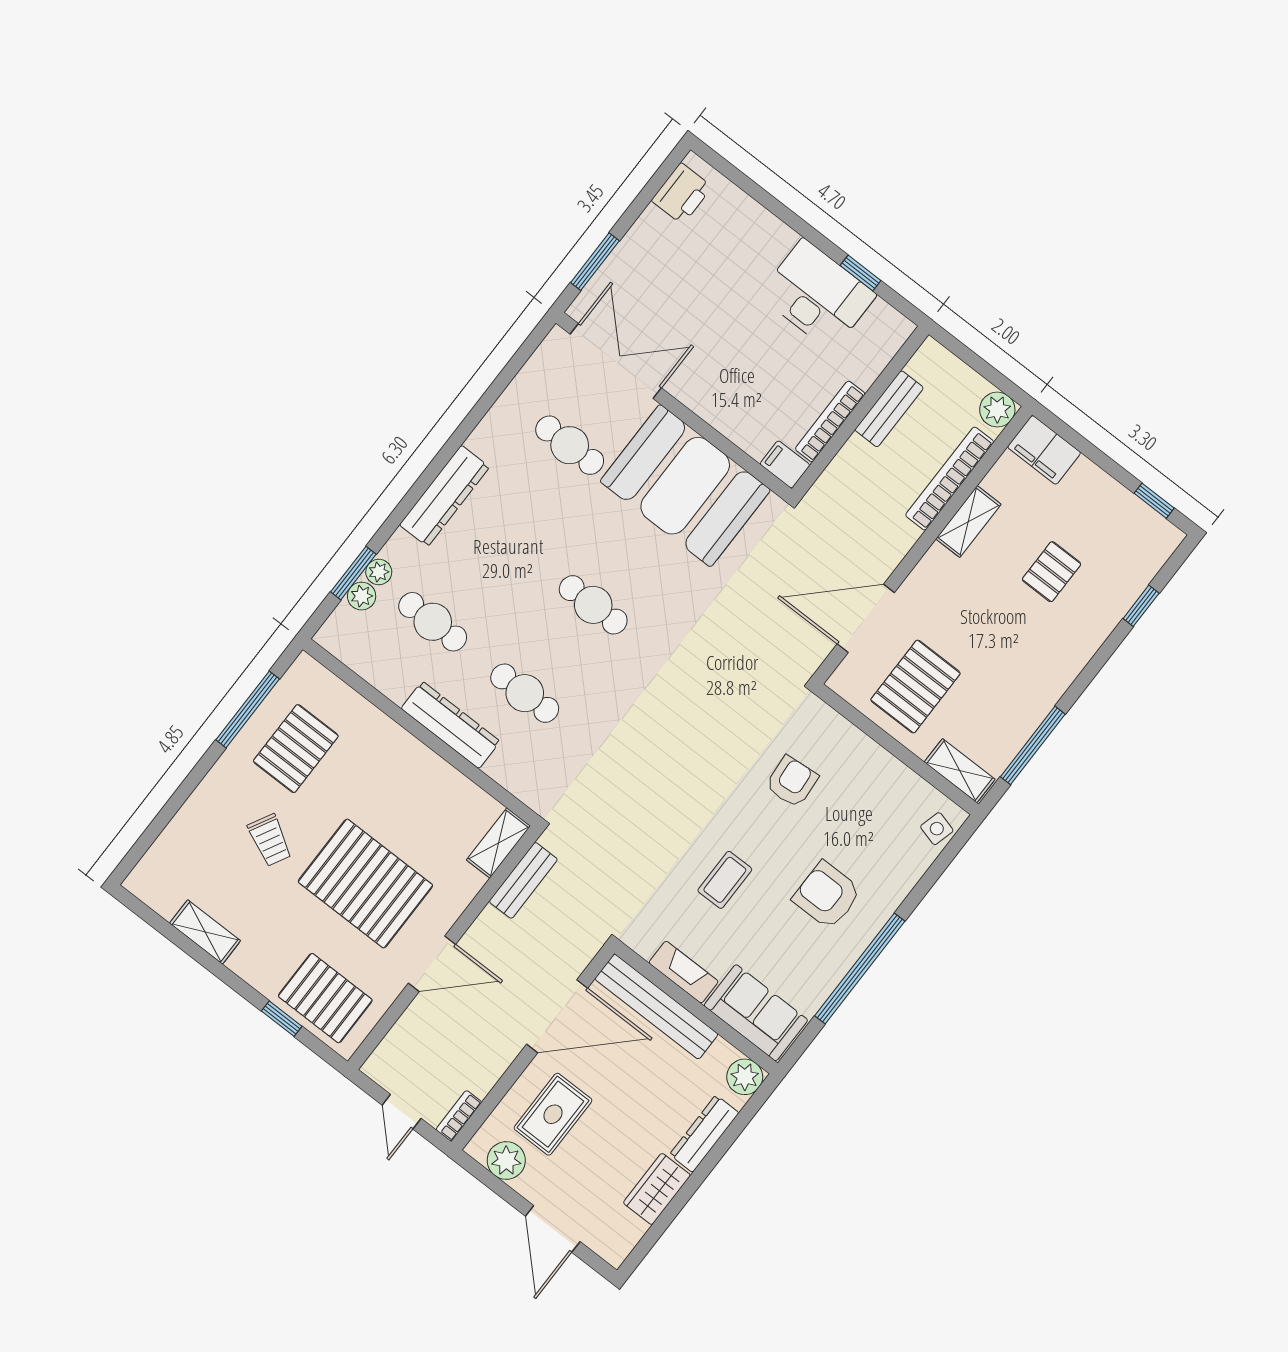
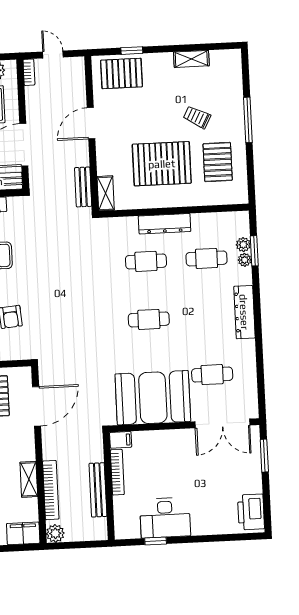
printer: (682, 194) -> (251, 512), width x1.37, depth x1.19
bench: (889, 409) -> (98, 490), width x1.36
window: (248, 709) -> (248, 120), moved
pallet: (365, 883) -> (162, 164), moved

